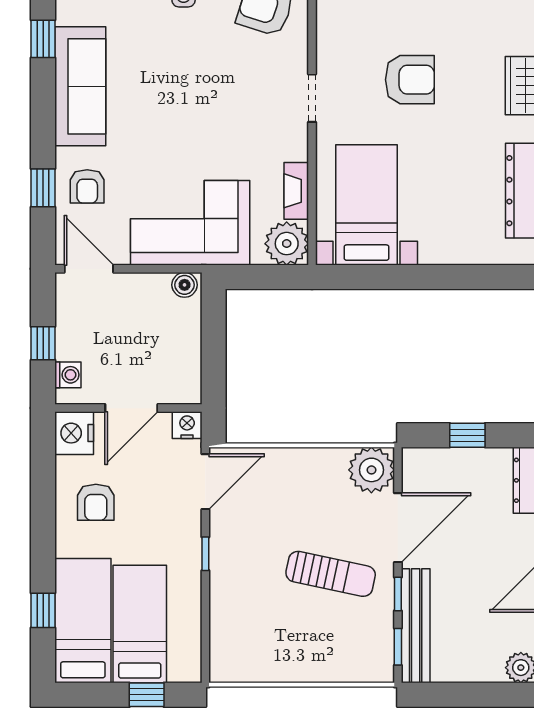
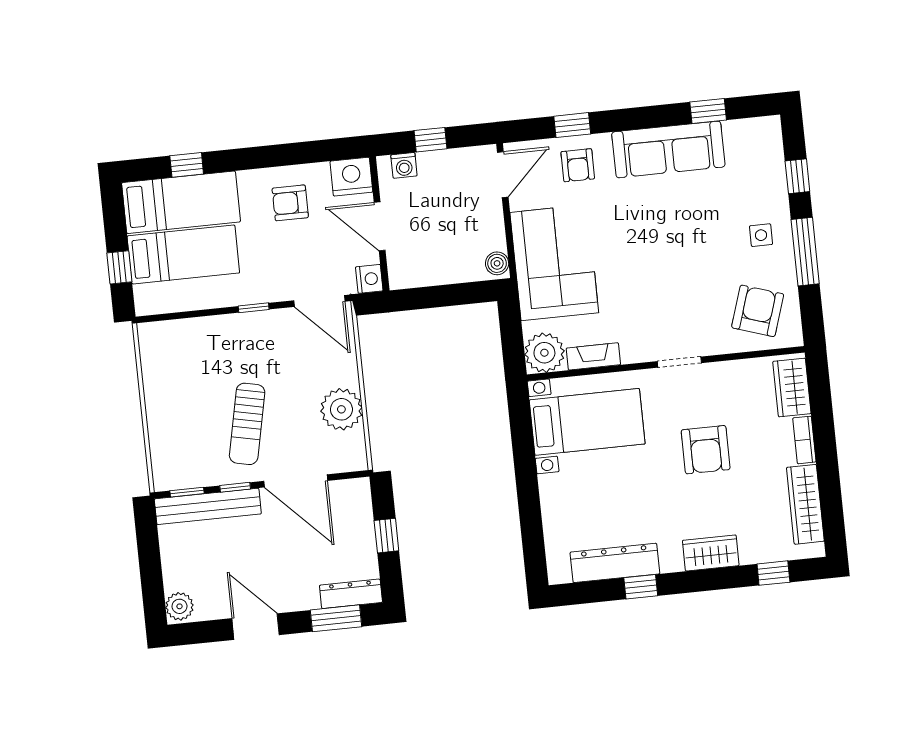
armchair: (87, 186) -> (578, 165), turned -90
plant: (371, 470) -> (341, 409), moved

